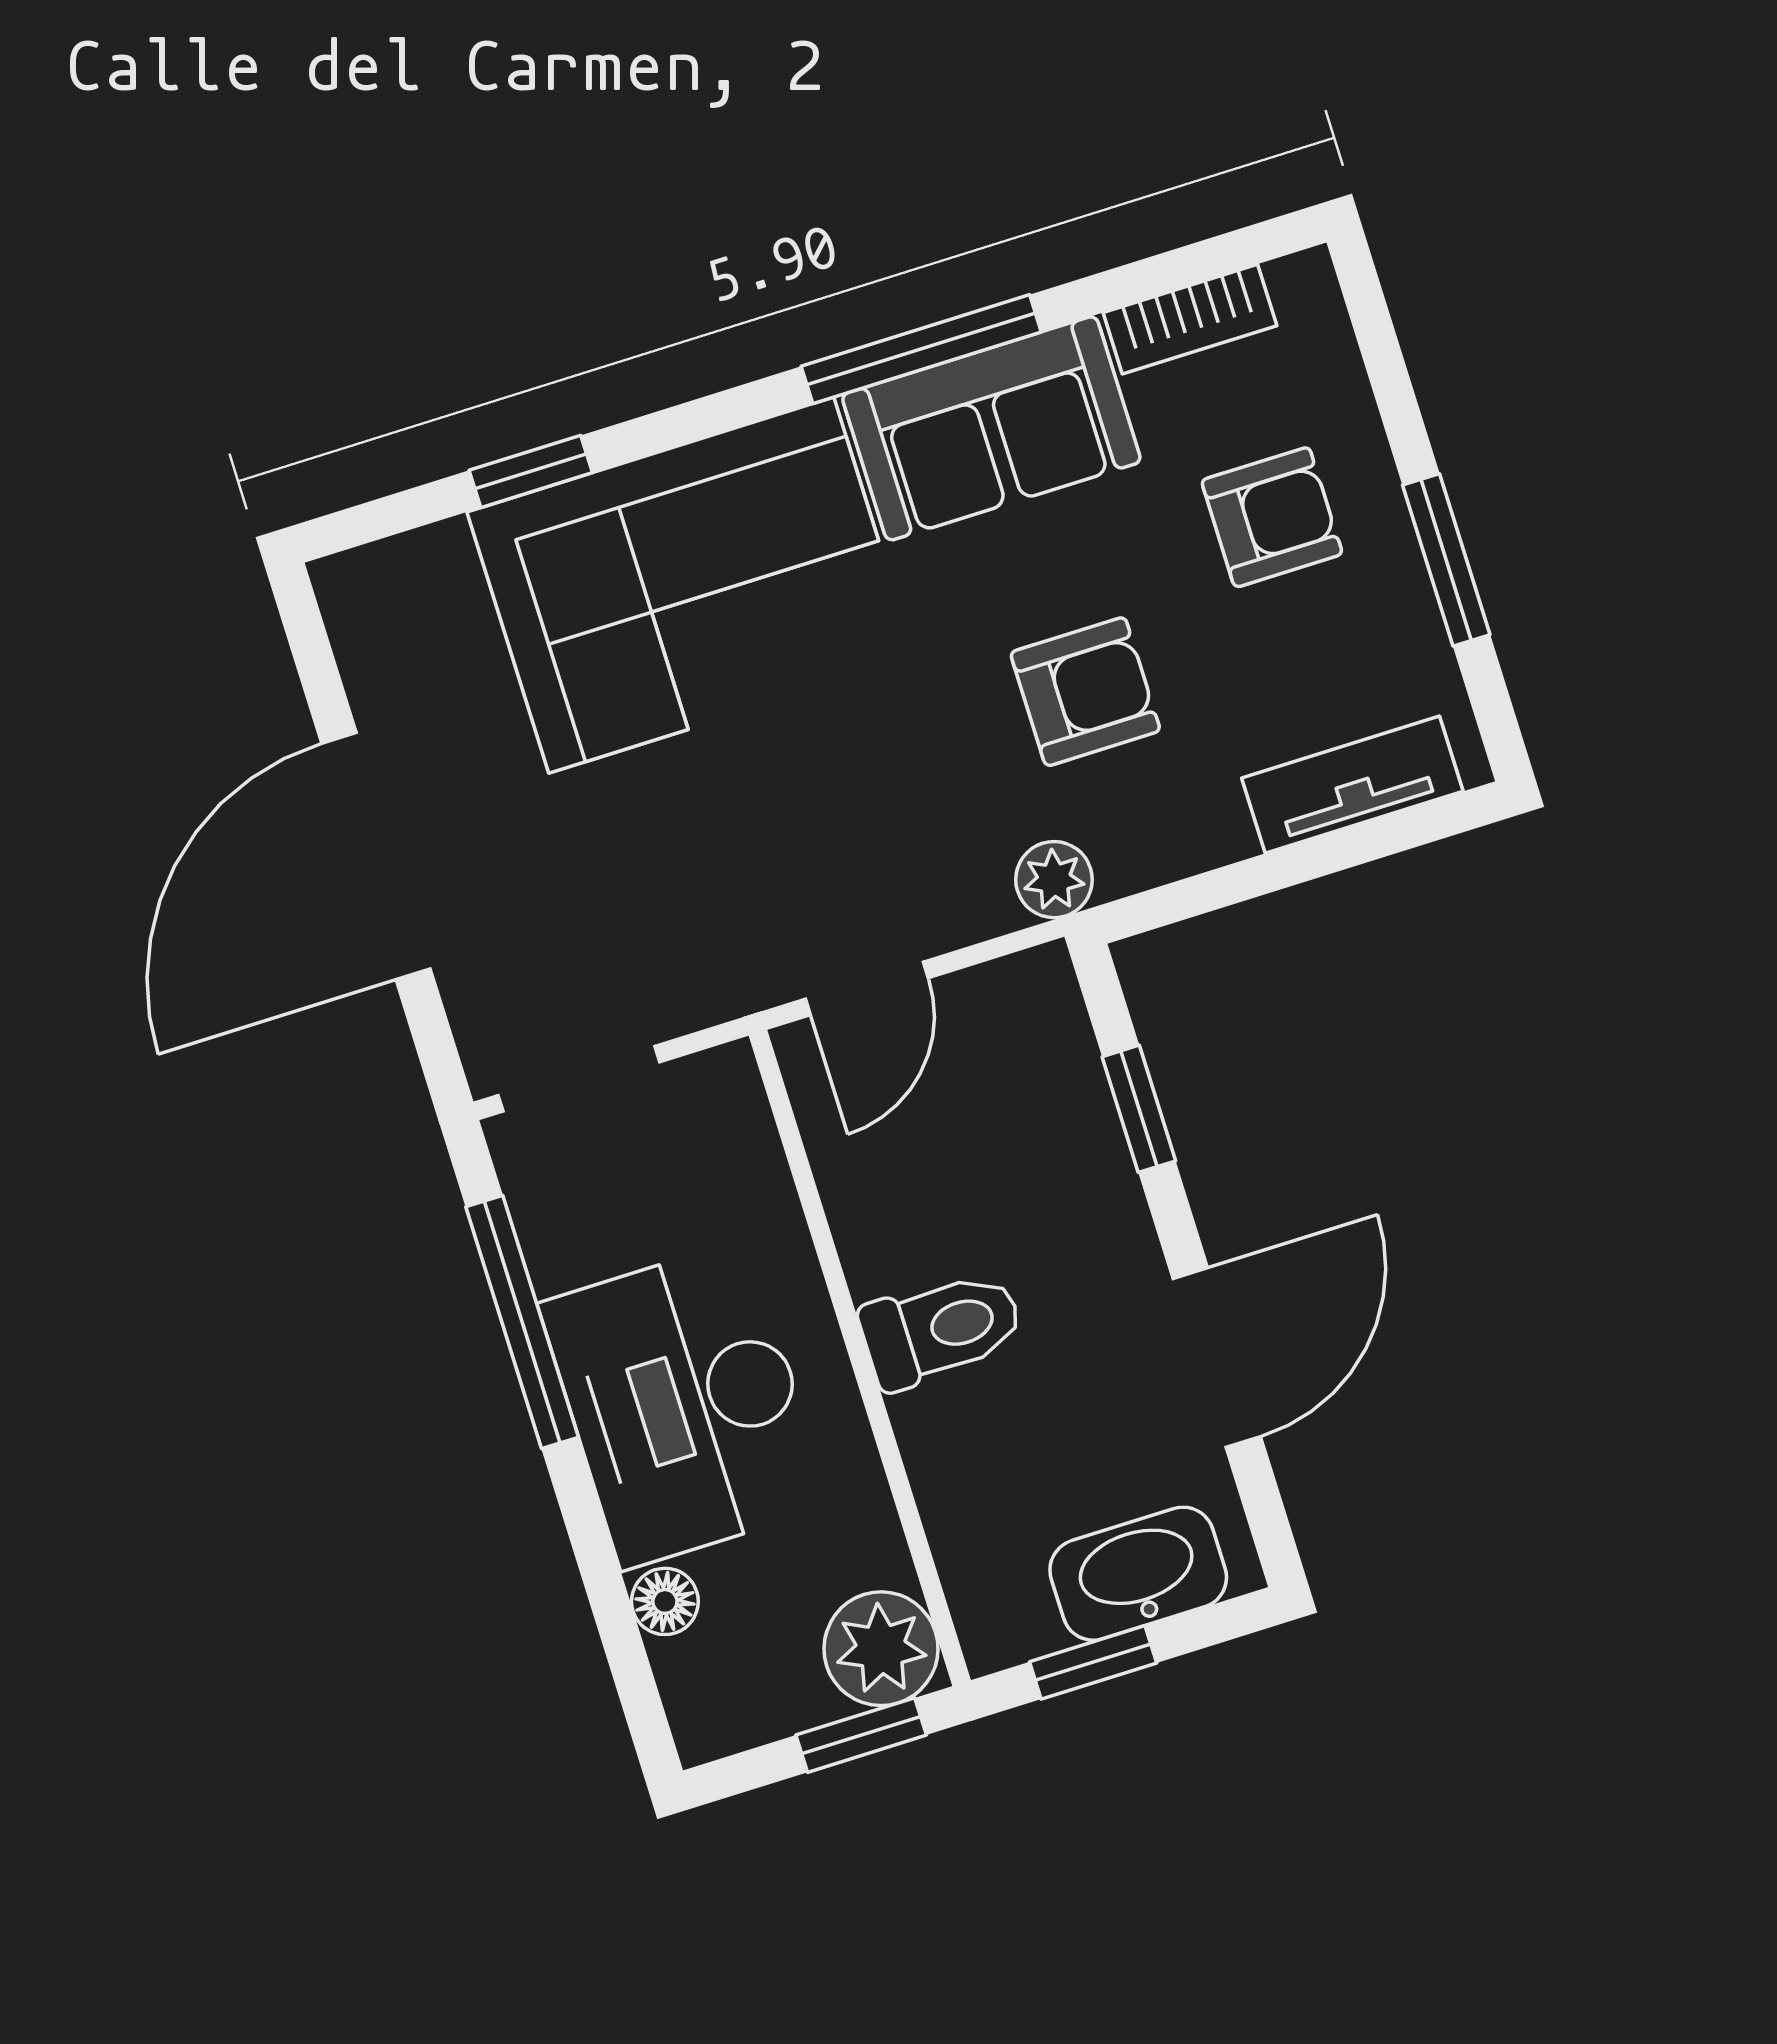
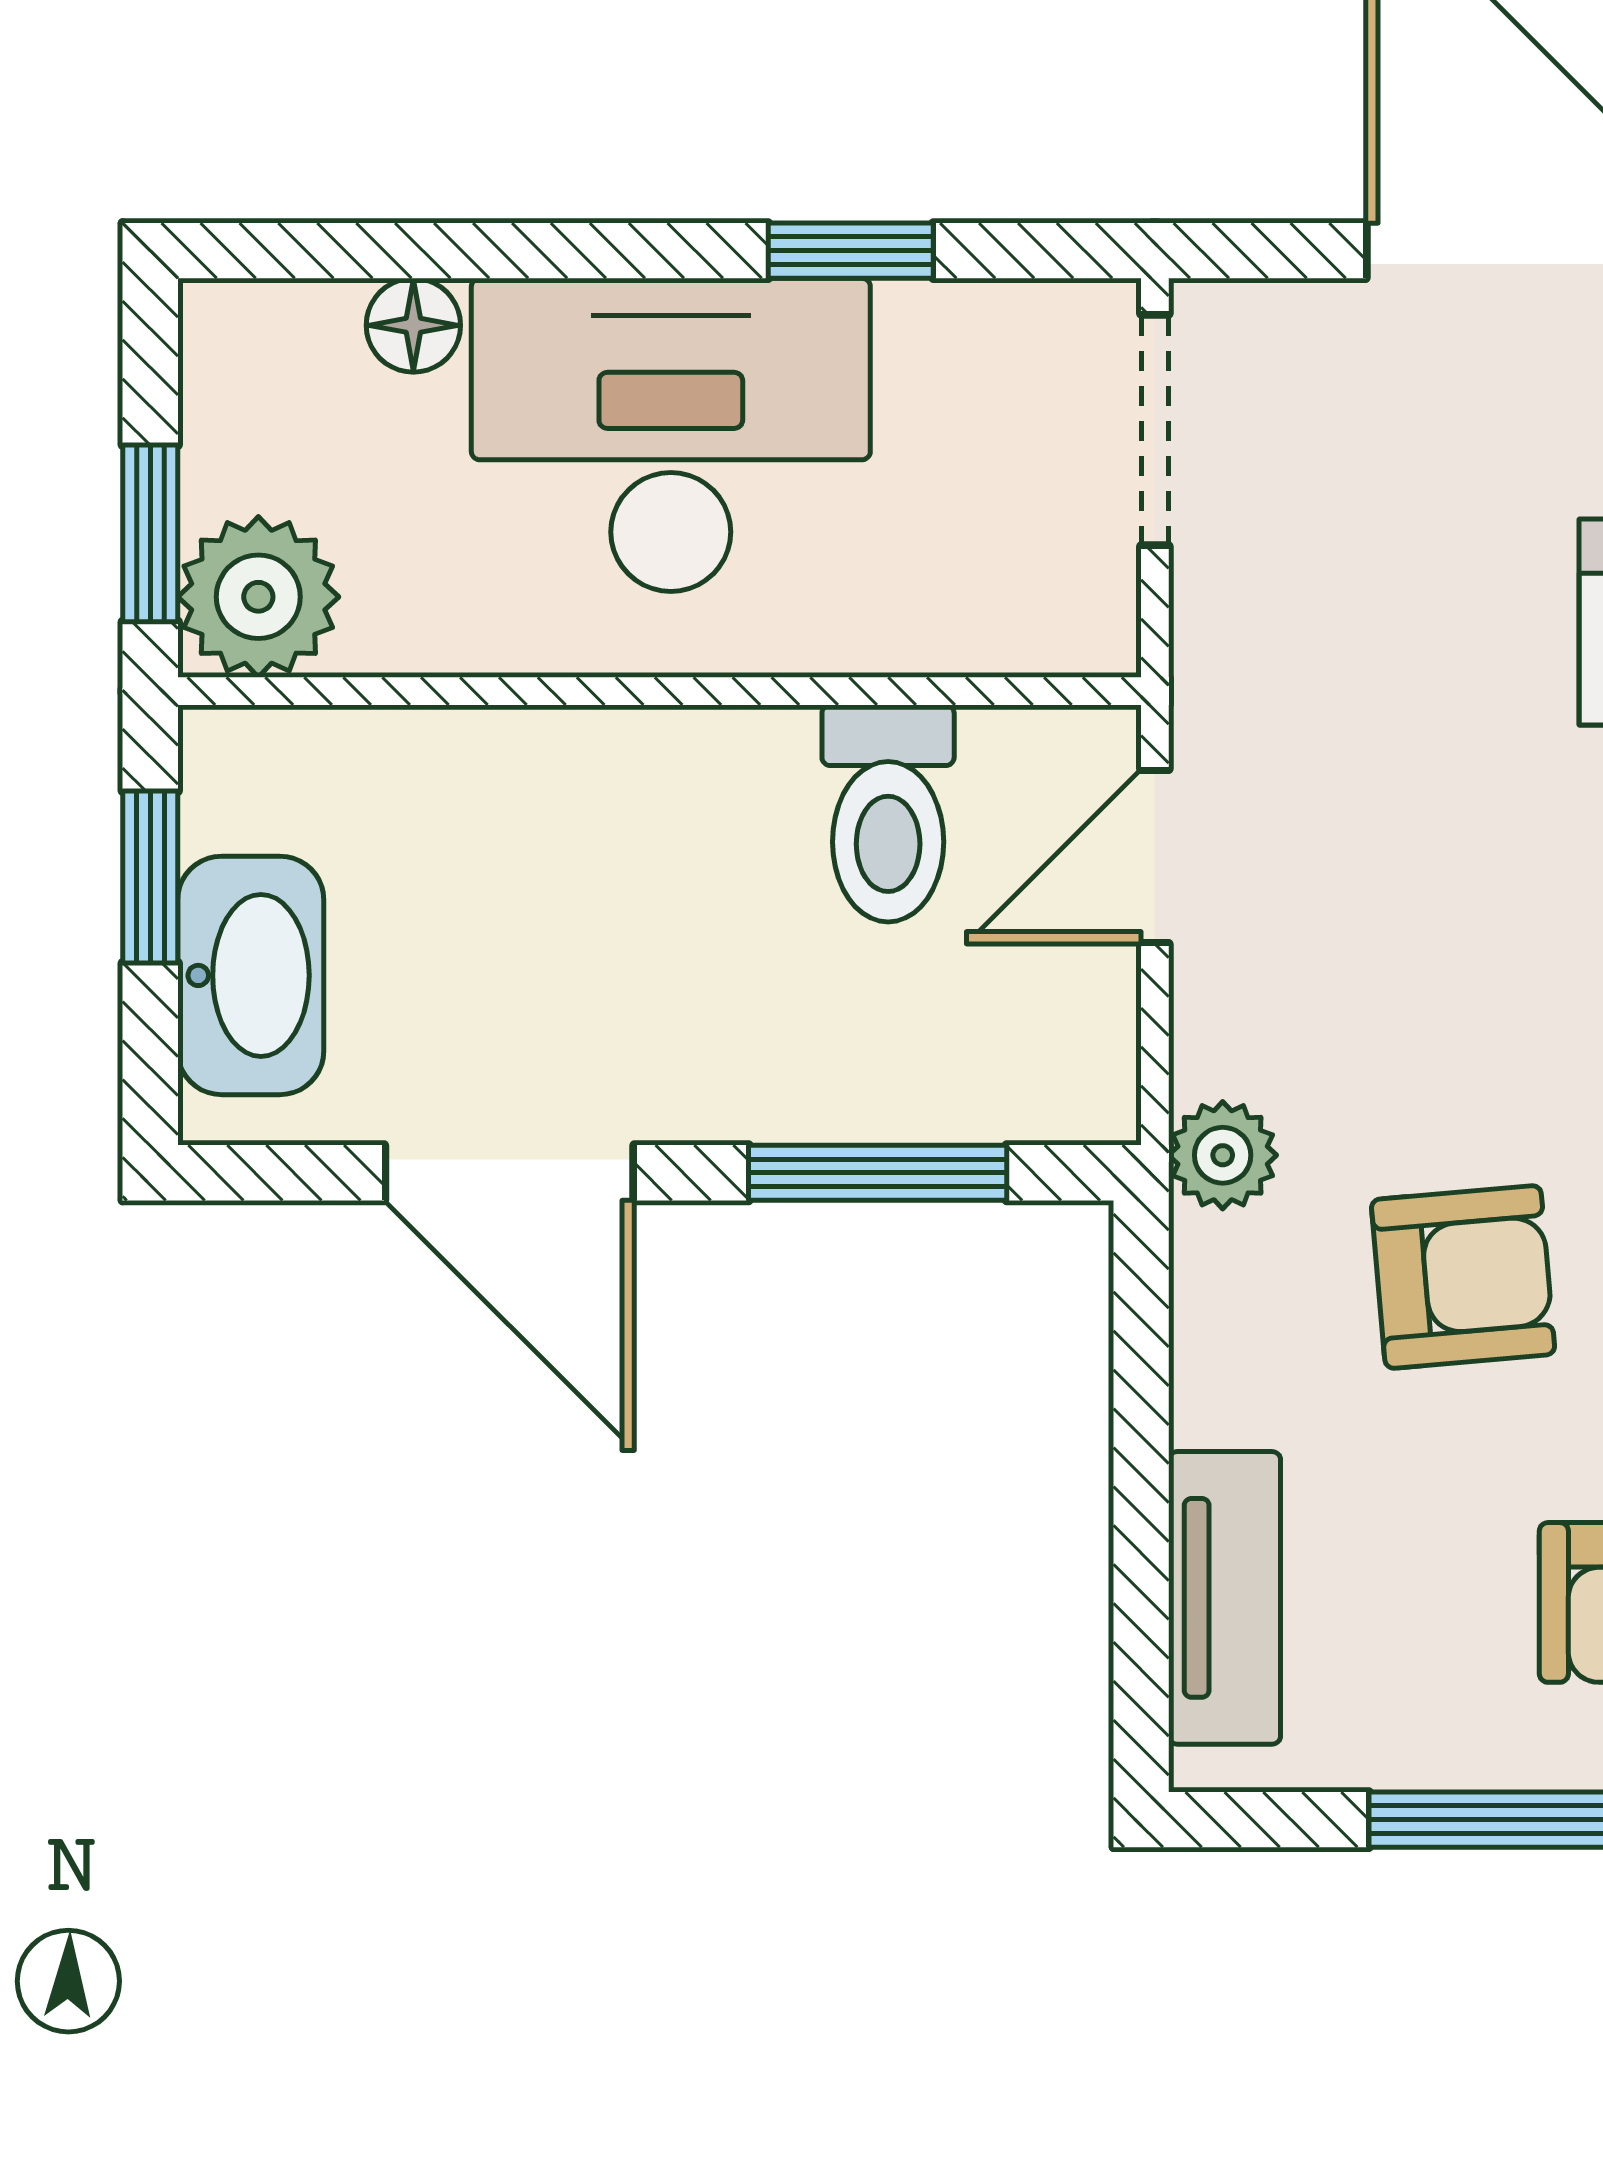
armchair: (1085, 692) -> (1463, 1277), turned -95
door: (867, 988) -> (1155, 857), hinge flipped
window: (1139, 1109) -> (878, 1173), width x1.50
window: (522, 1322) -> (851, 251), width x0.46
toilet: (942, 1329) -> (888, 814), moved

